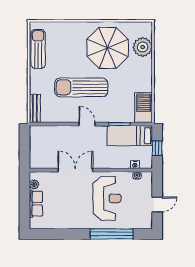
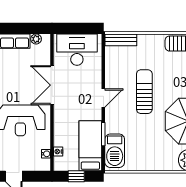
sun lounger: (81, 87) -> (144, 92), width x0.73, depth x0.75
barbecue: (144, 107) -> (115, 151), moved, turned 90
desk: (44, 148) -> (77, 50), added
double door: (75, 170) -> (52, 85), swing flipped

